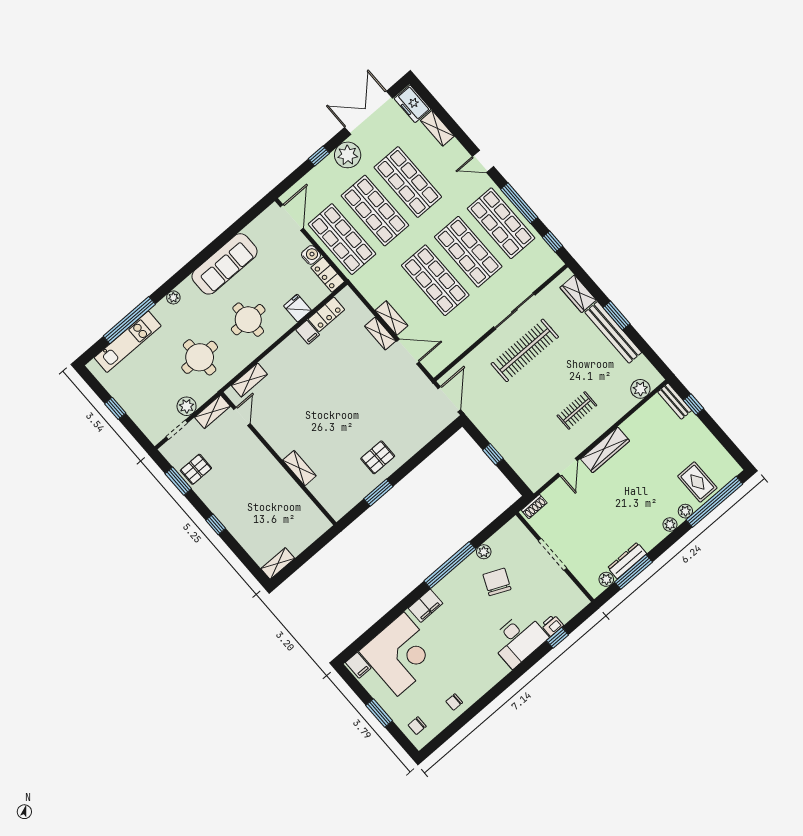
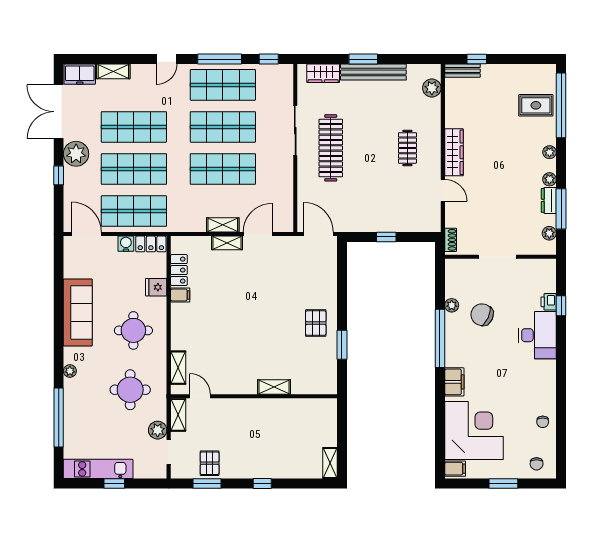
kitchen unit: (128, 342) -> (98, 469), moved, turned -90
plant: (685, 511) -> (549, 179), moved
dresser: (627, 561) -> (549, 200), width x0.70

